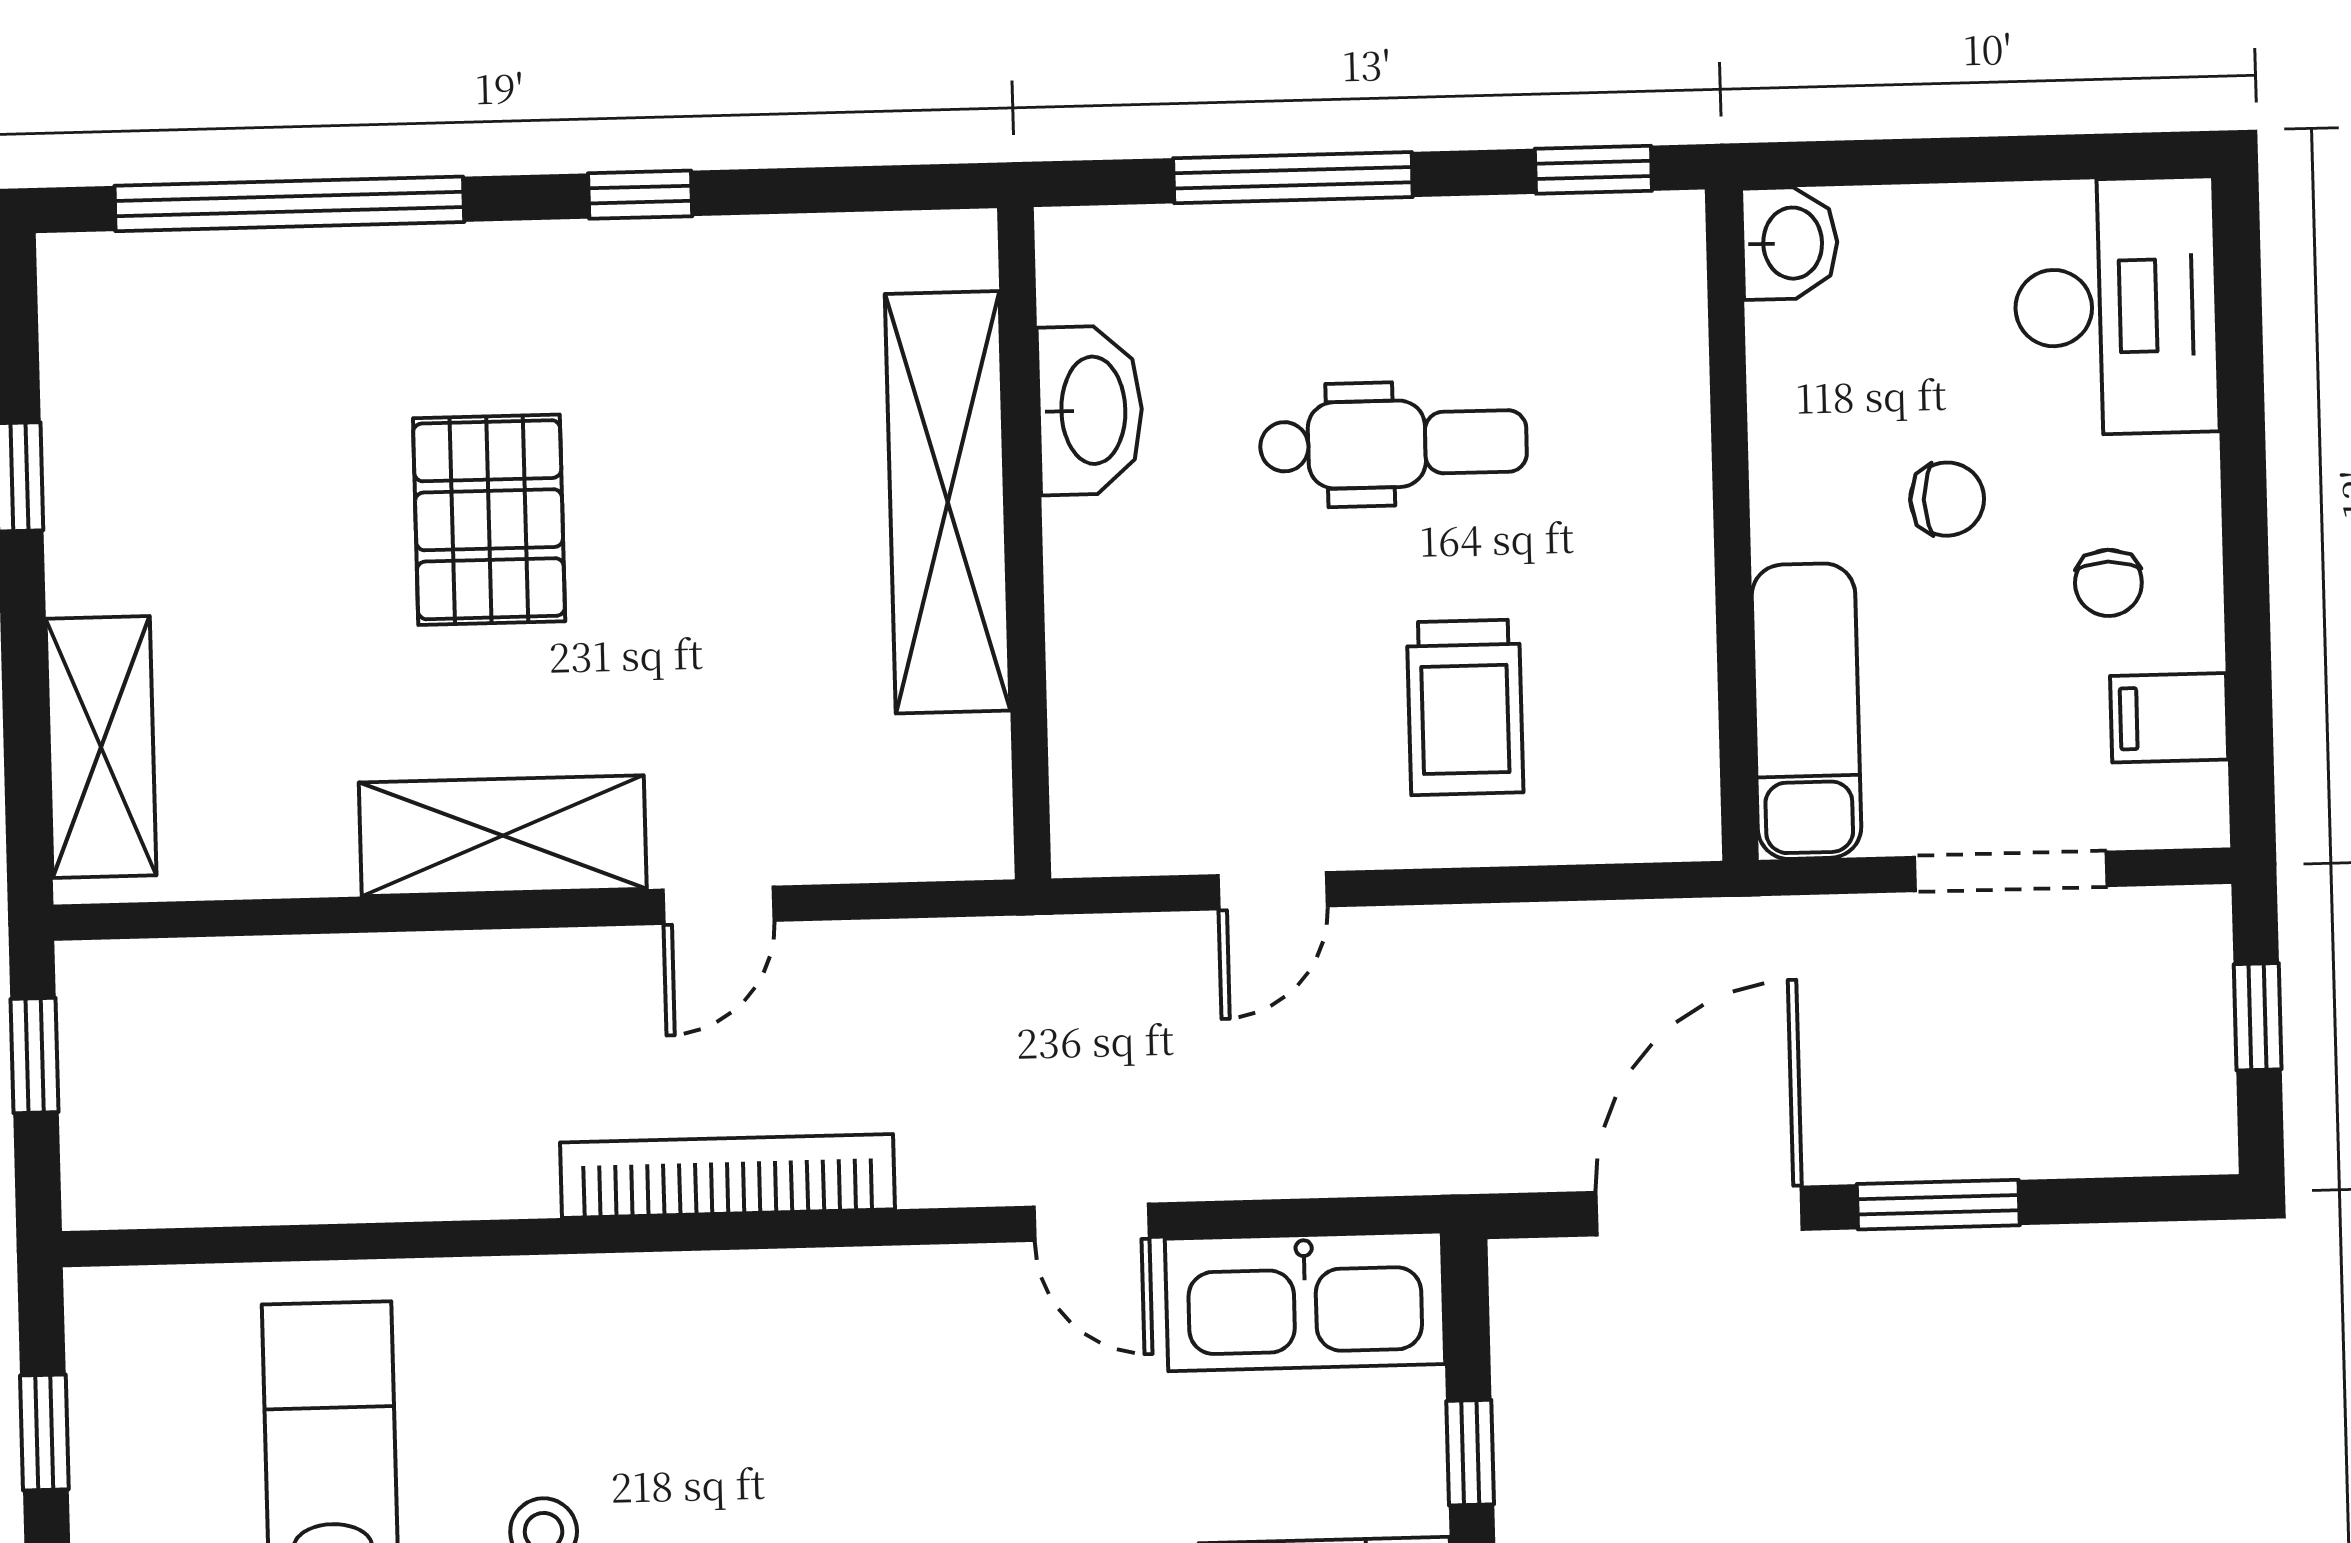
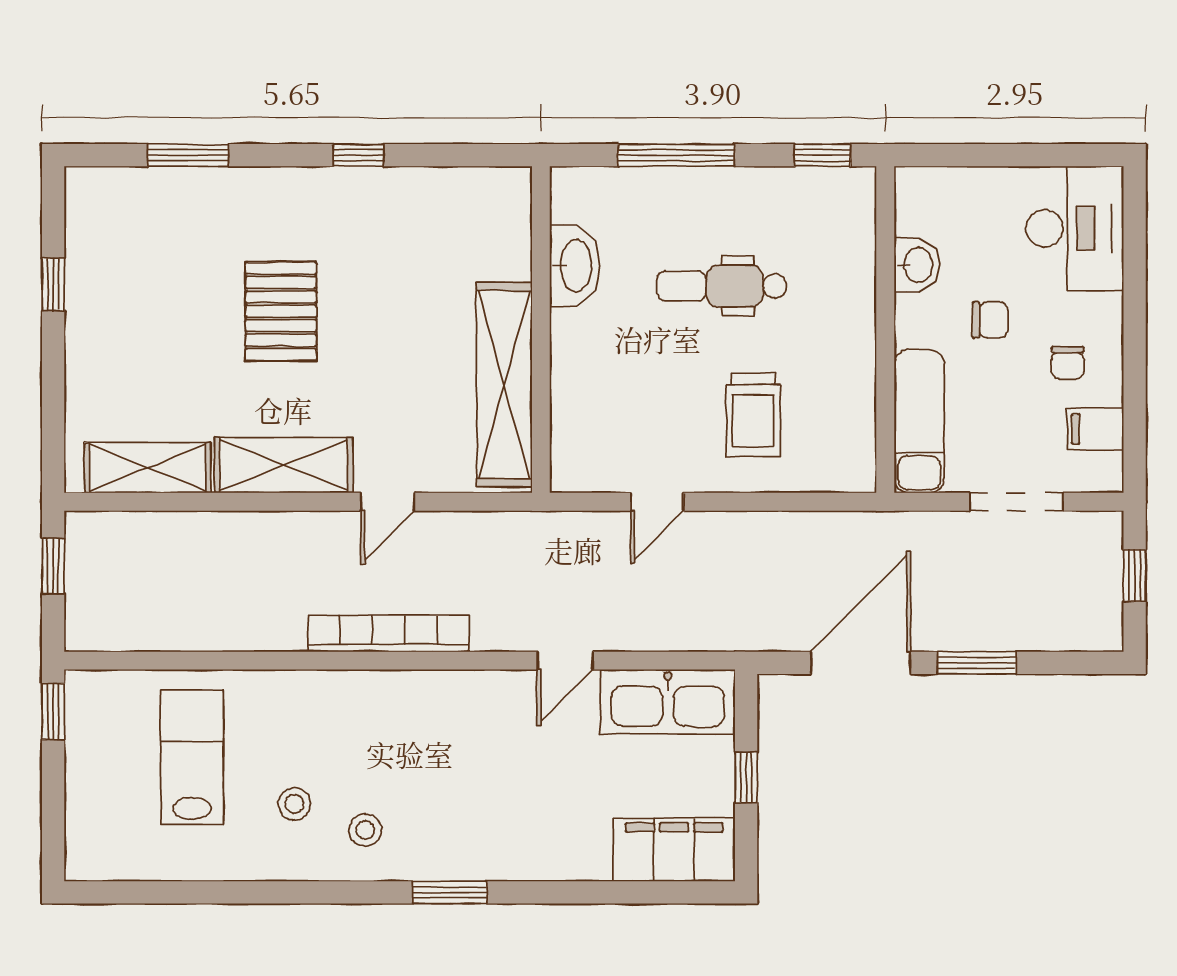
window: (289, 204) -> (188, 155), width x0.47
washbasin: (1790, 243) -> (917, 265), moved
dental chair: (1393, 444) -> (722, 286), turned 180
shelving: (948, 502) -> (504, 385), moved
shelving: (101, 747) -> (148, 468), moved, turned 90
door: (1092, 1222) -> (565, 661), hinge flipped
window: (44, 1432) -> (53, 712), moved

